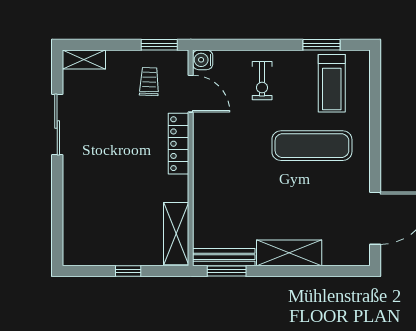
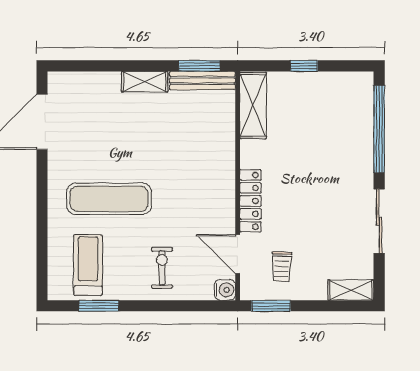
window: (57, 212) -> (379, 129), added
shelving: (289, 253) -> (145, 82), width x0.67, depth x0.75

